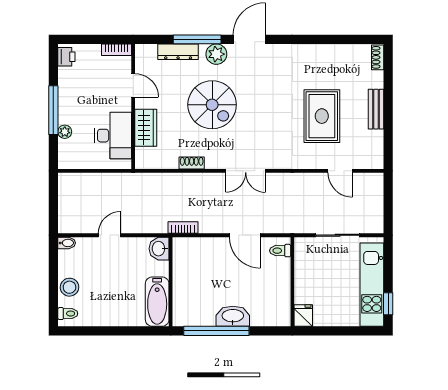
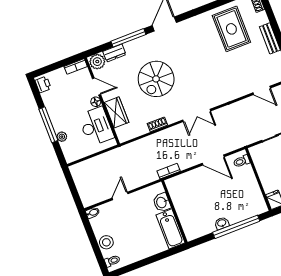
dresser: (178, 52) -> (114, 53), width x0.70
plant: (216, 54) -> (97, 62), moved
floor lamp: (125, 104) -> (96, 102), added
spiral stairs: (212, 105) -> (156, 79), turned 90
rug: (322, 116) -> (231, 29), moved
washbasin: (159, 249) -> (162, 202), moved
washbasin: (233, 316) -> (222, 223), width x0.52, depth x0.69
window: (216, 331) -> (236, 227), moved

